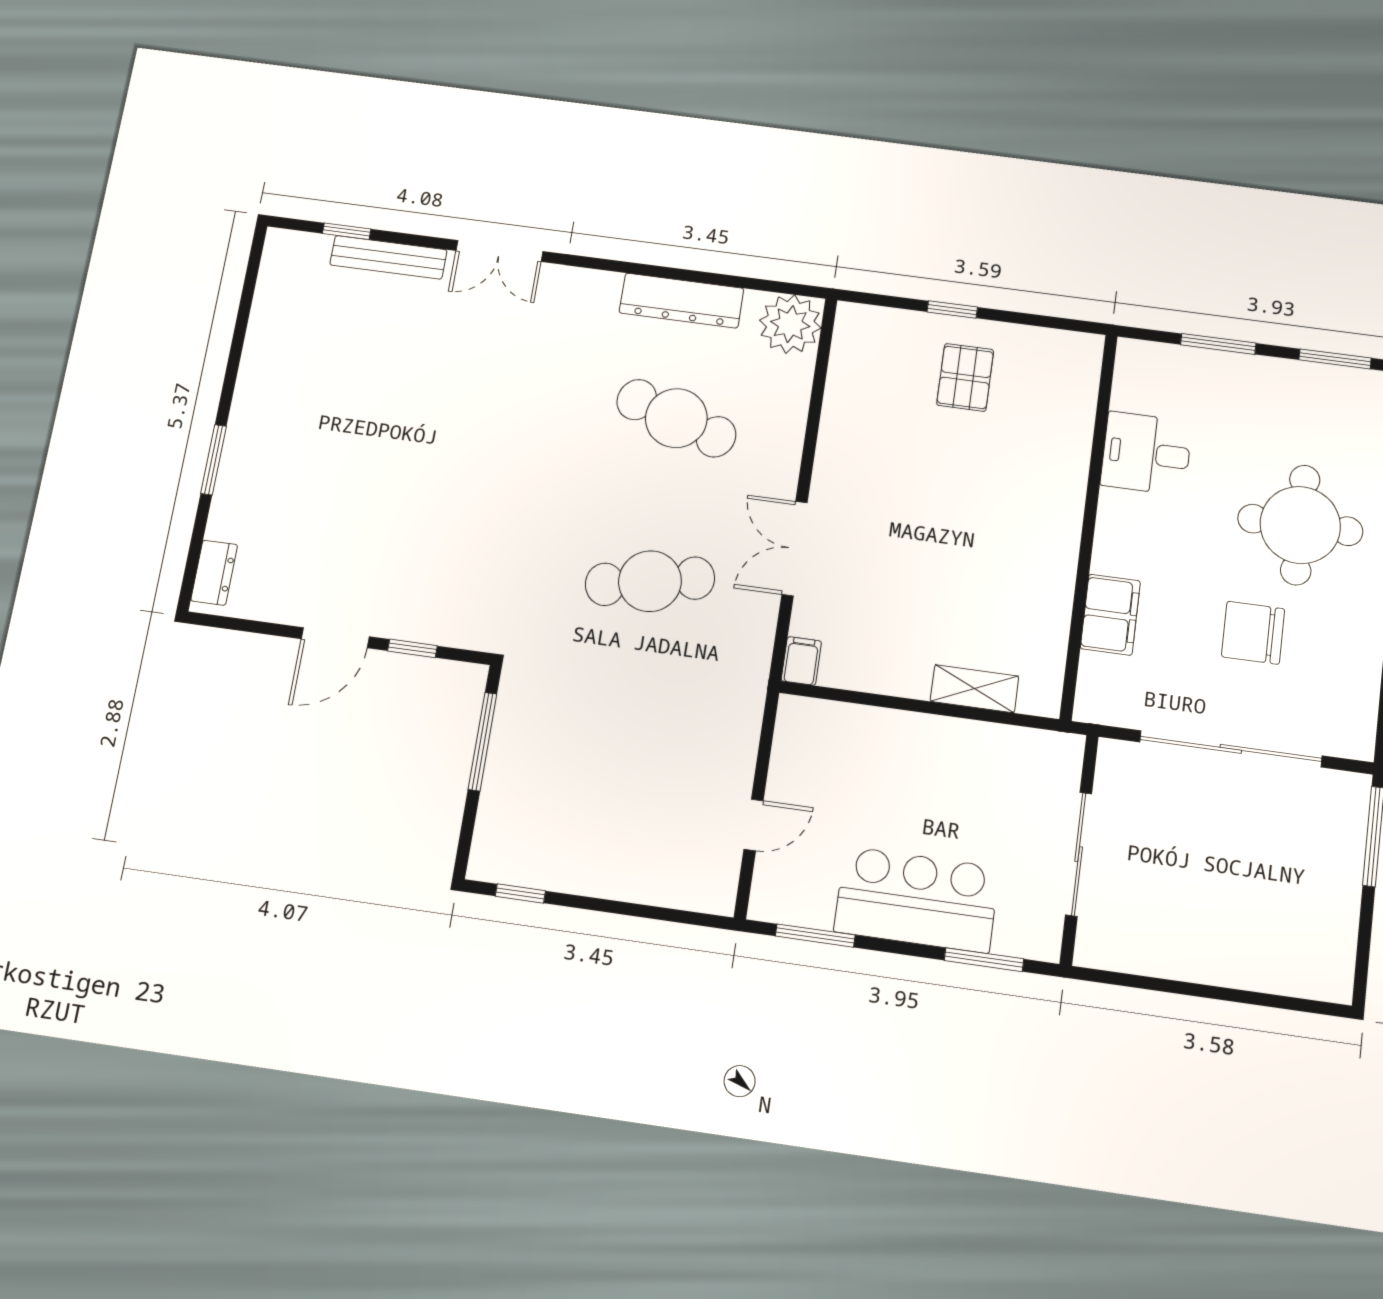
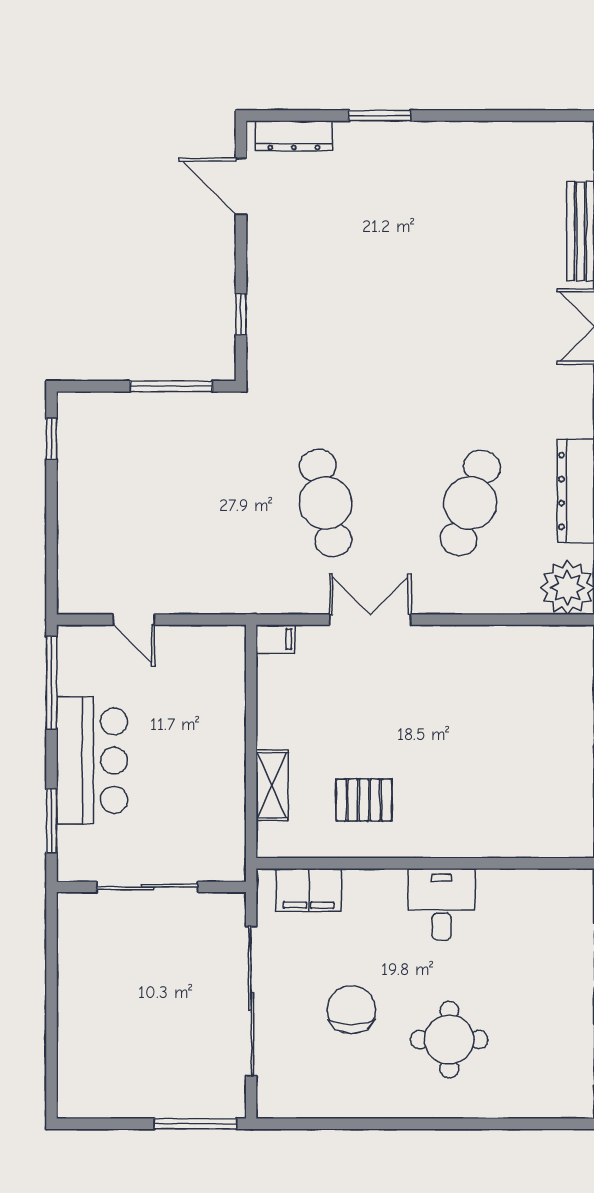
pallet: (965, 377) -> (364, 800), moved
desk: (1146, 453) -> (442, 904), moved
round table: (1300, 525) -> (449, 1040), width x0.73, depth x0.73
dresser: (214, 573) -> (294, 136), width x1.44
filing cabinet: (1110, 615) -> (309, 890), moved
door: (335, 638) -> (241, 186), moved
window: (815, 936) -> (52, 683), width x1.44

